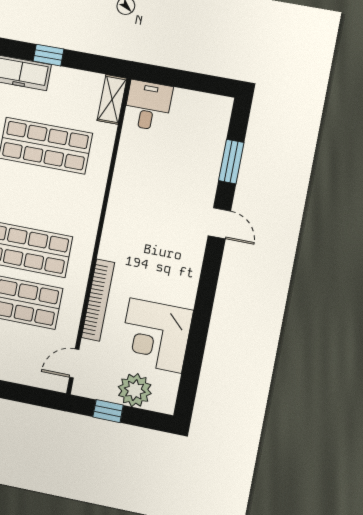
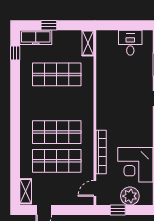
desk: (148, 106) -> (130, 43), moved

